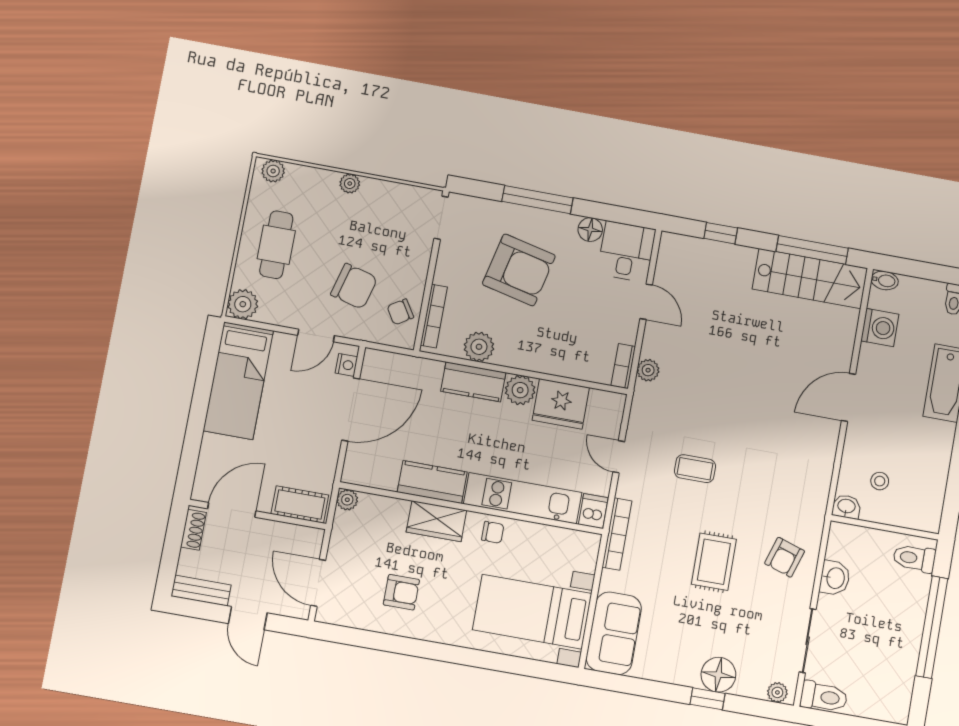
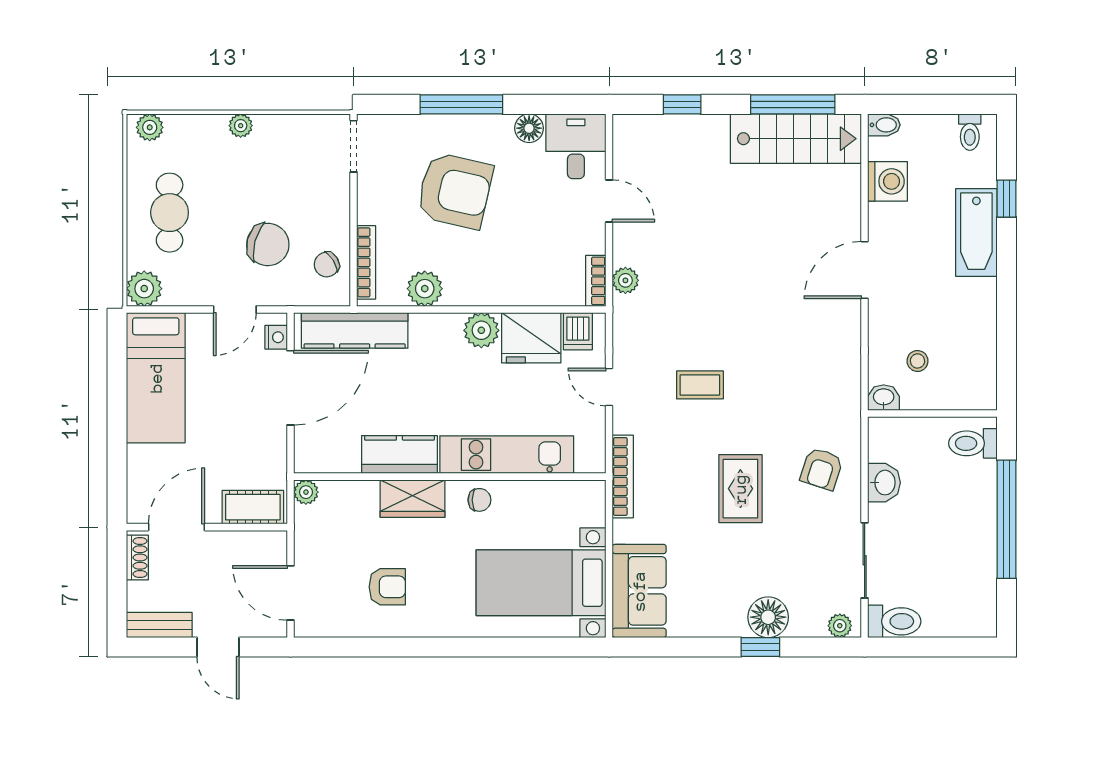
kitchen counter: (473, 382) -> (355, 330), moved, width x1.50
dishwasher: (593, 511) -> (578, 331), moved, turned 180

